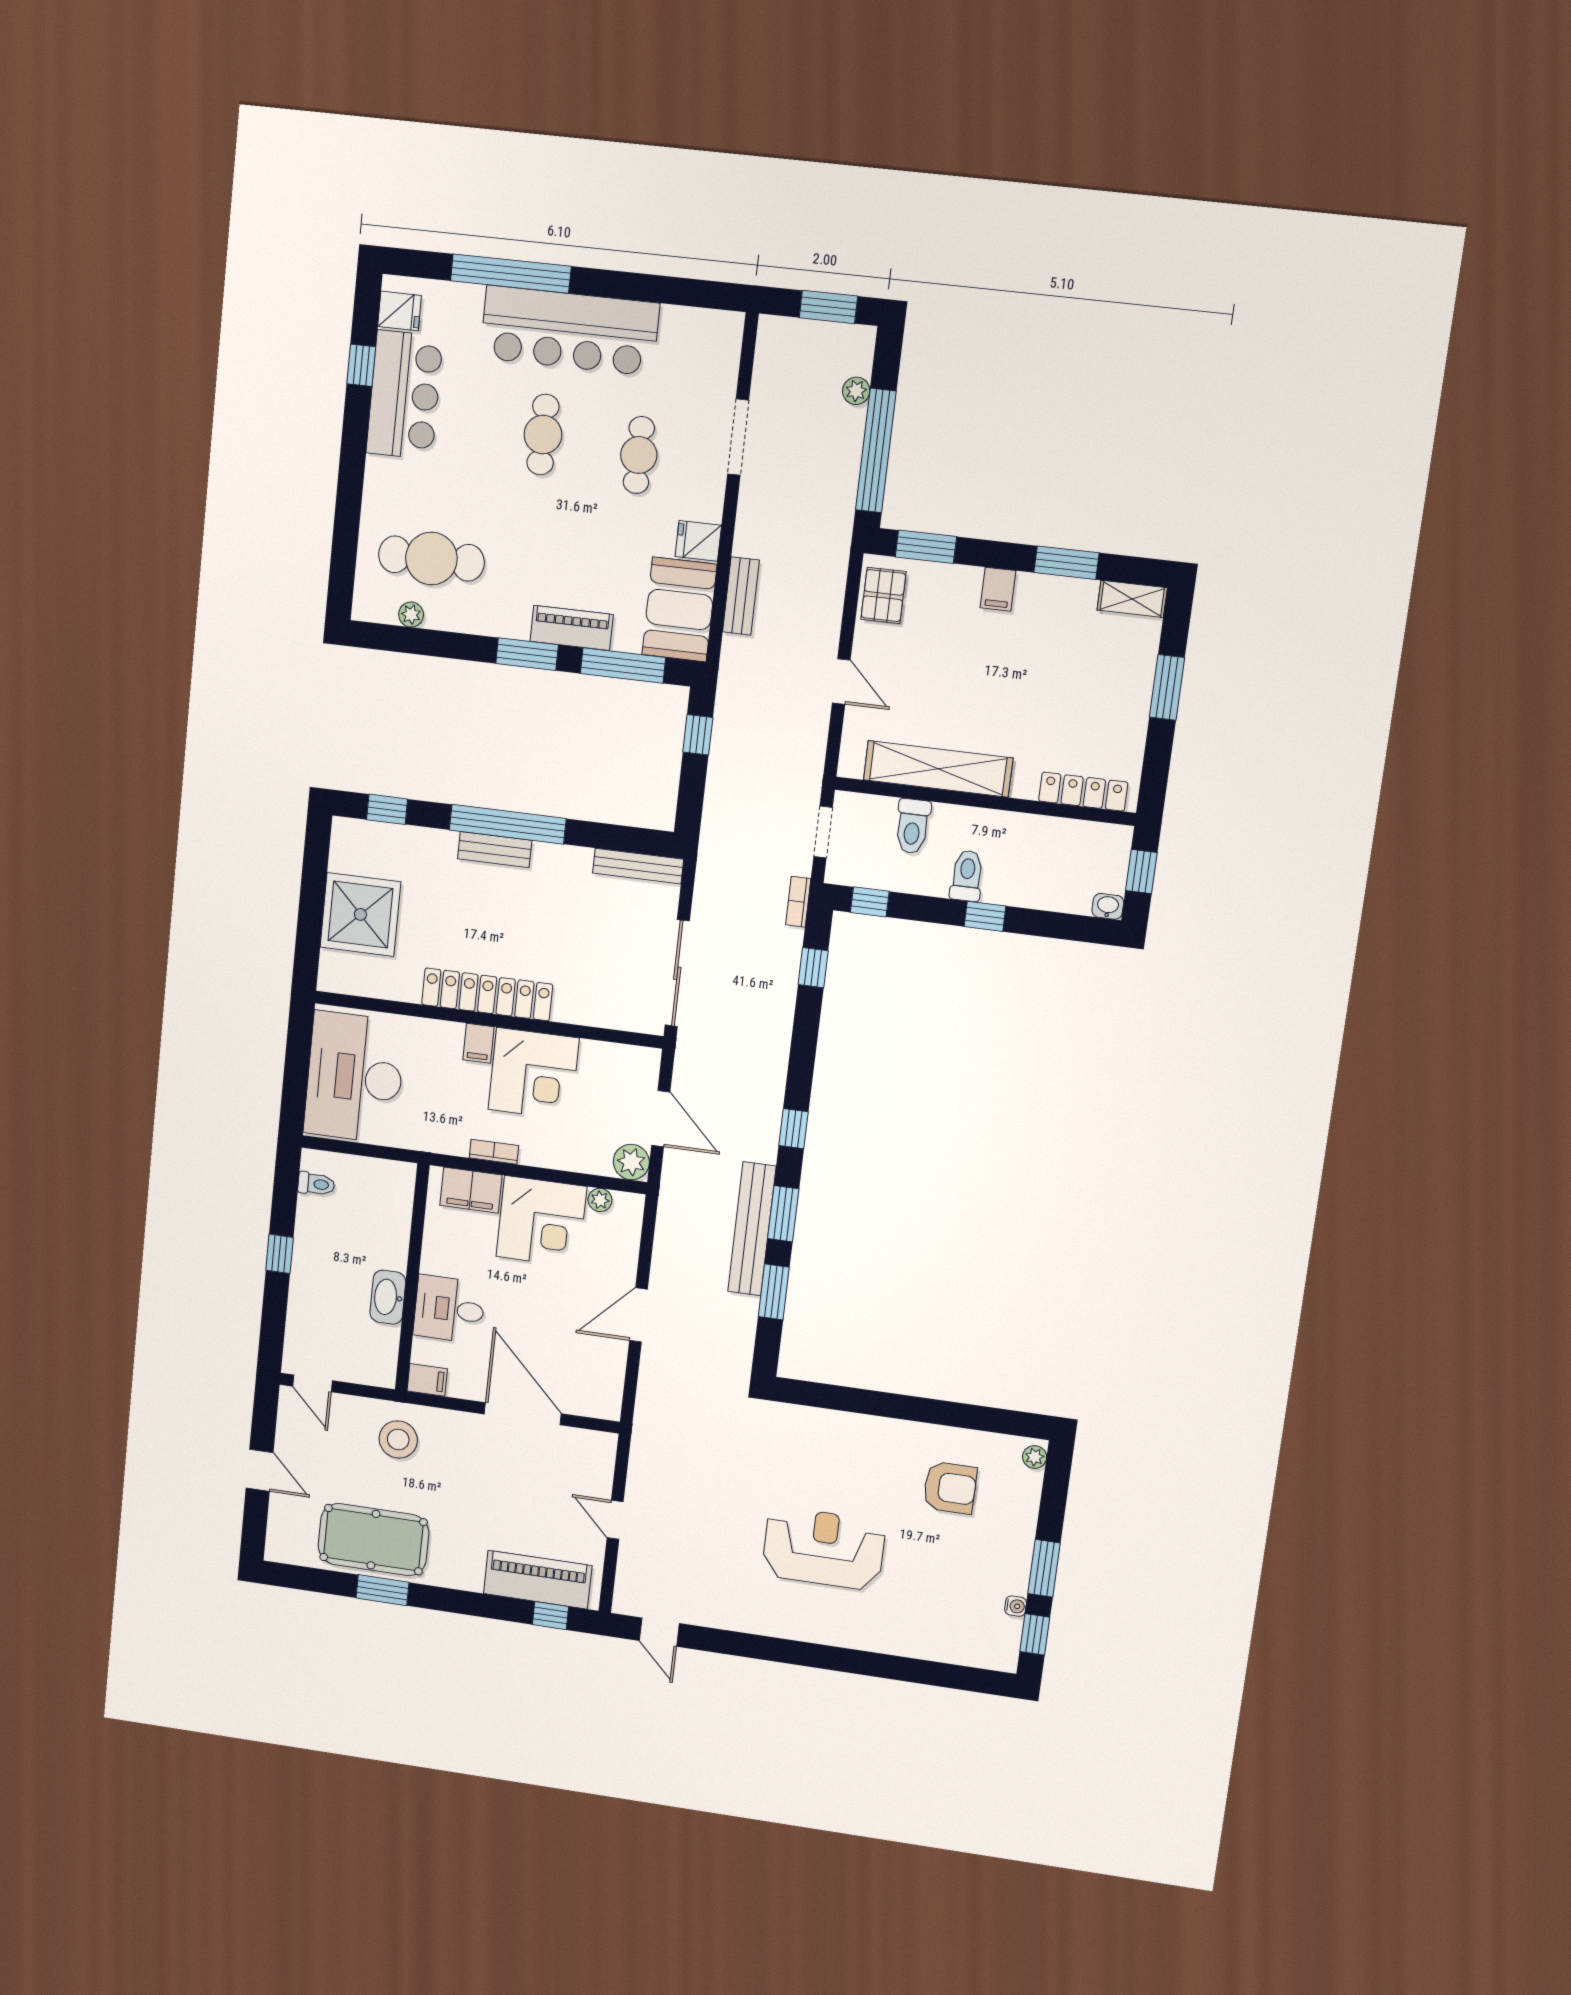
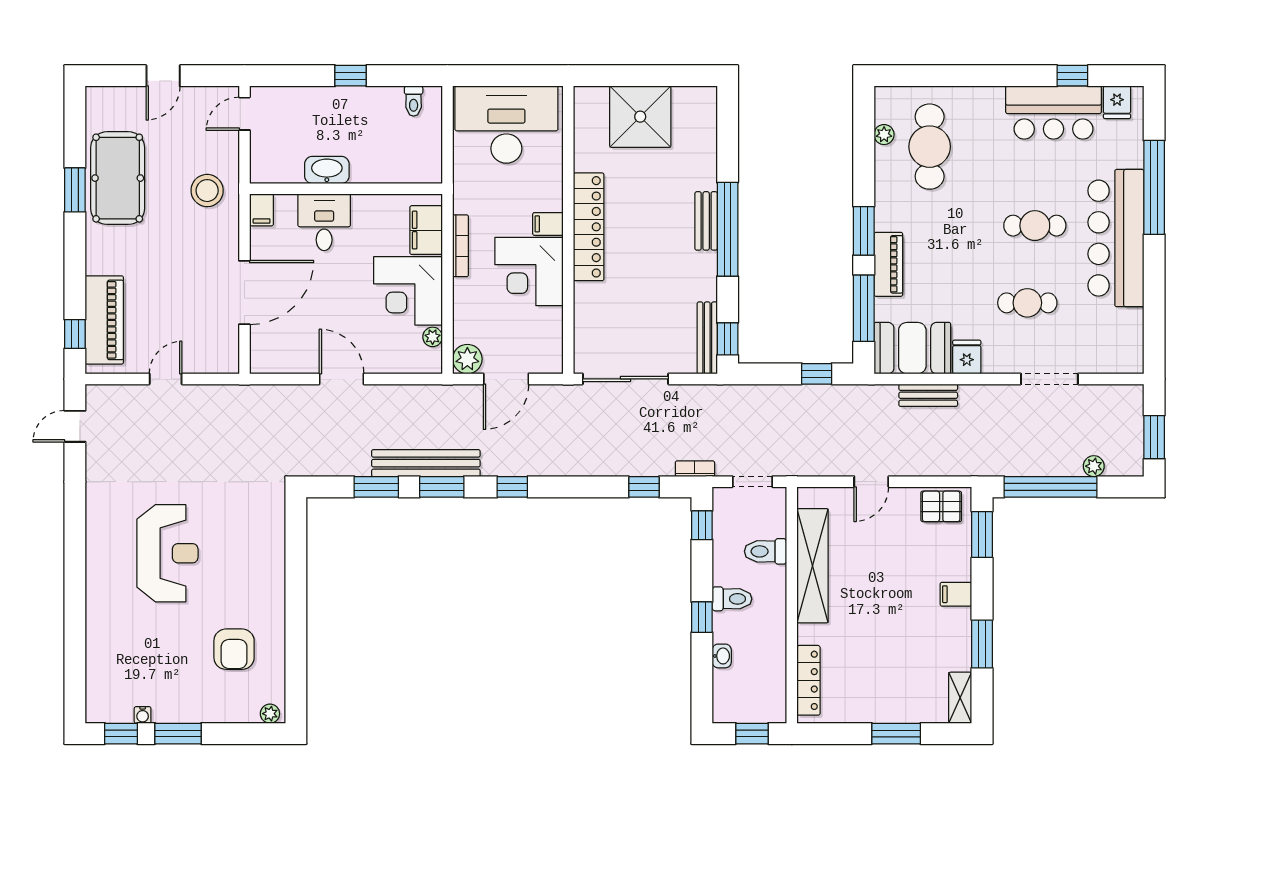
window: (387, 809) -> (728, 339), moved
washbasin: (1108, 906) -> (722, 656), moved
bookcase: (494, 1152) -> (461, 246), width x1.56

